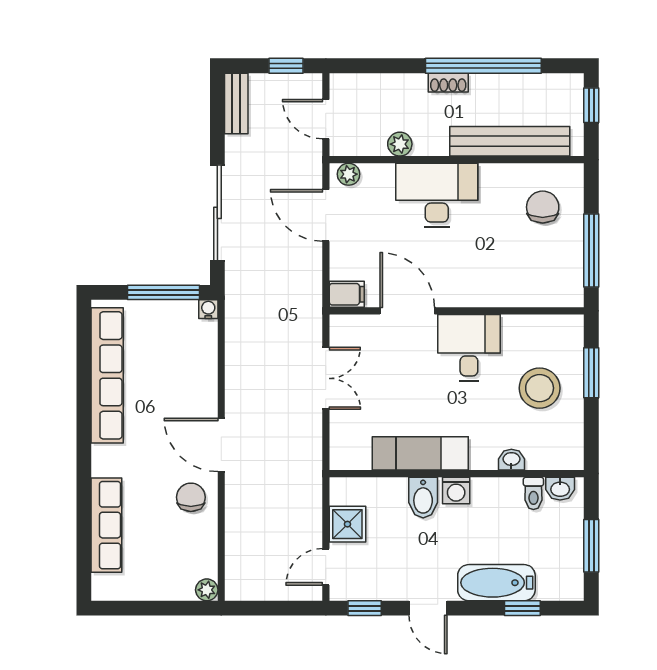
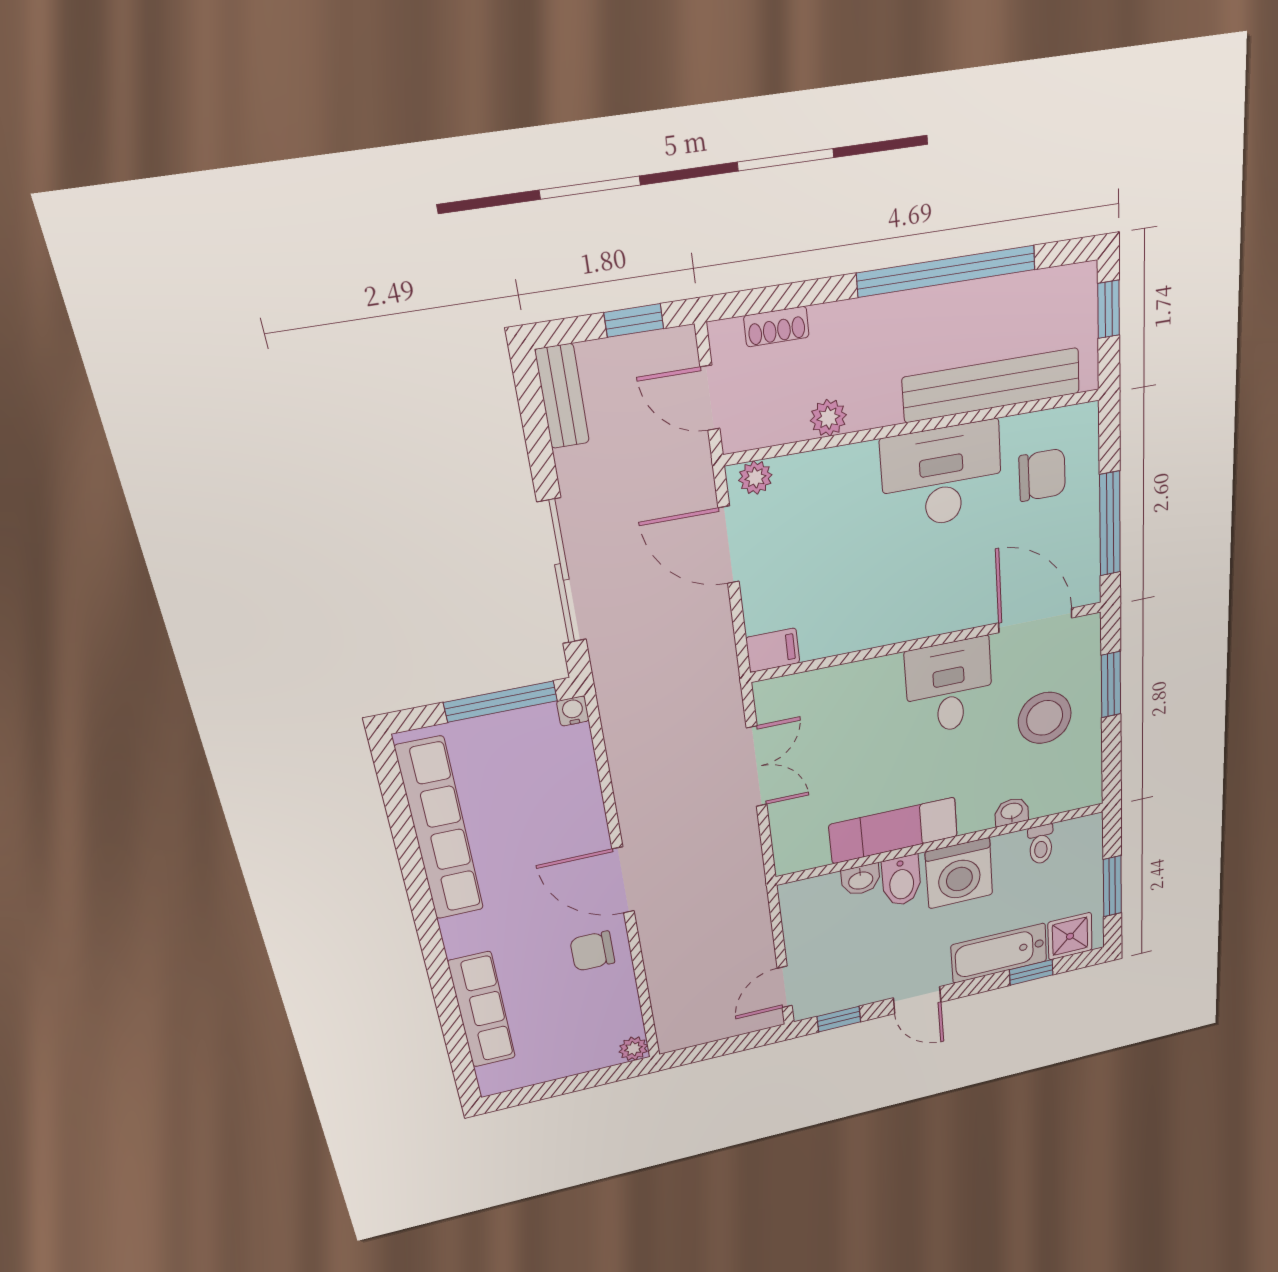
shoe rack: (448, 83) -> (776, 327), moved
desk: (437, 195) -> (942, 476), moved
chair: (543, 207) -> (1042, 475), turned 90
door: (407, 311) -> (1035, 620), moved
washbasin: (560, 489) -> (861, 880), moved
washing machine: (456, 490) -> (959, 873), width x1.89, depth x1.89
chair: (191, 497) -> (592, 951), turned -90
shower: (347, 524) -> (1070, 936), moved

